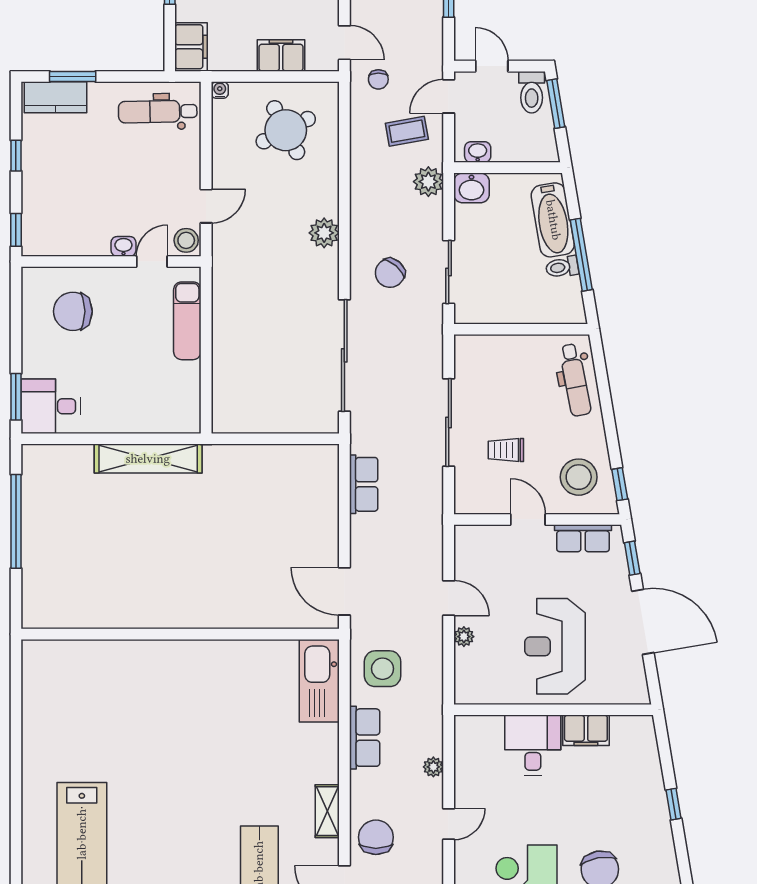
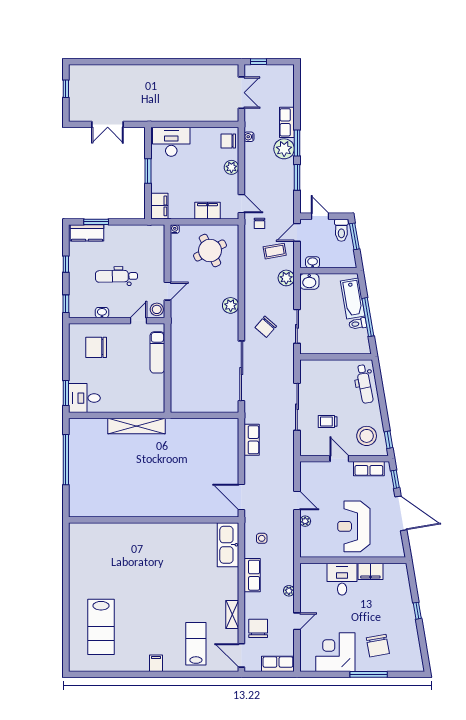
dental chair: (158, 112) -> (116, 276), moved
washbasin: (123, 246) -> (102, 313), moved
side table: (383, 669) -> (262, 538), width x0.54, depth x0.54

